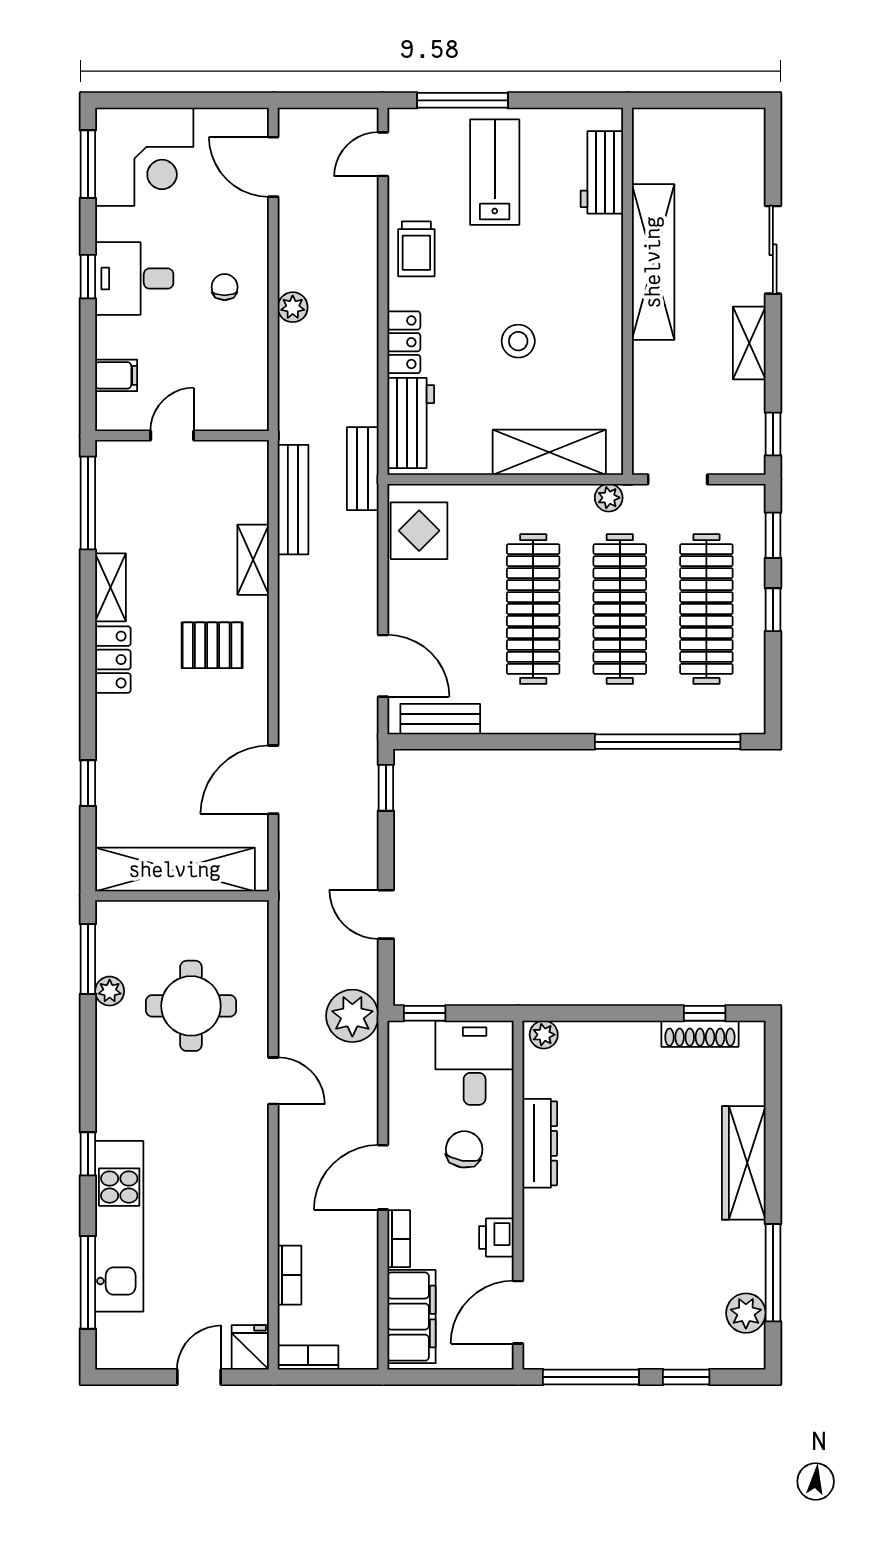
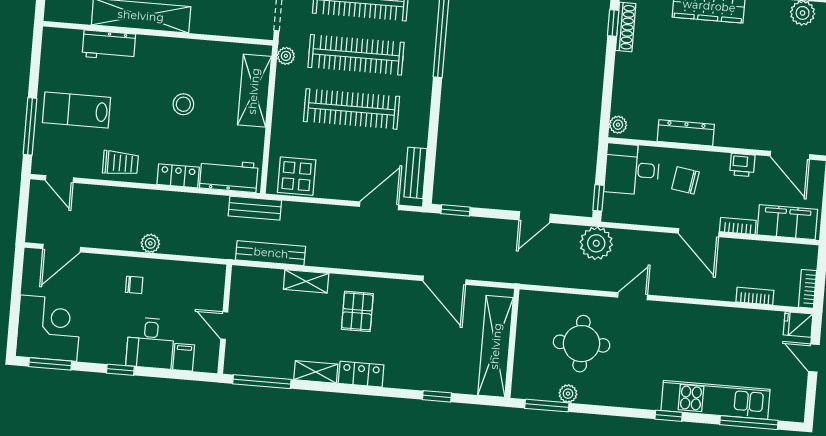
workbench: (602, 172) -> (109, 45), moved
desk: (134, 279) -> (150, 343), moved
chair: (225, 287) -> (134, 285), turned 180

